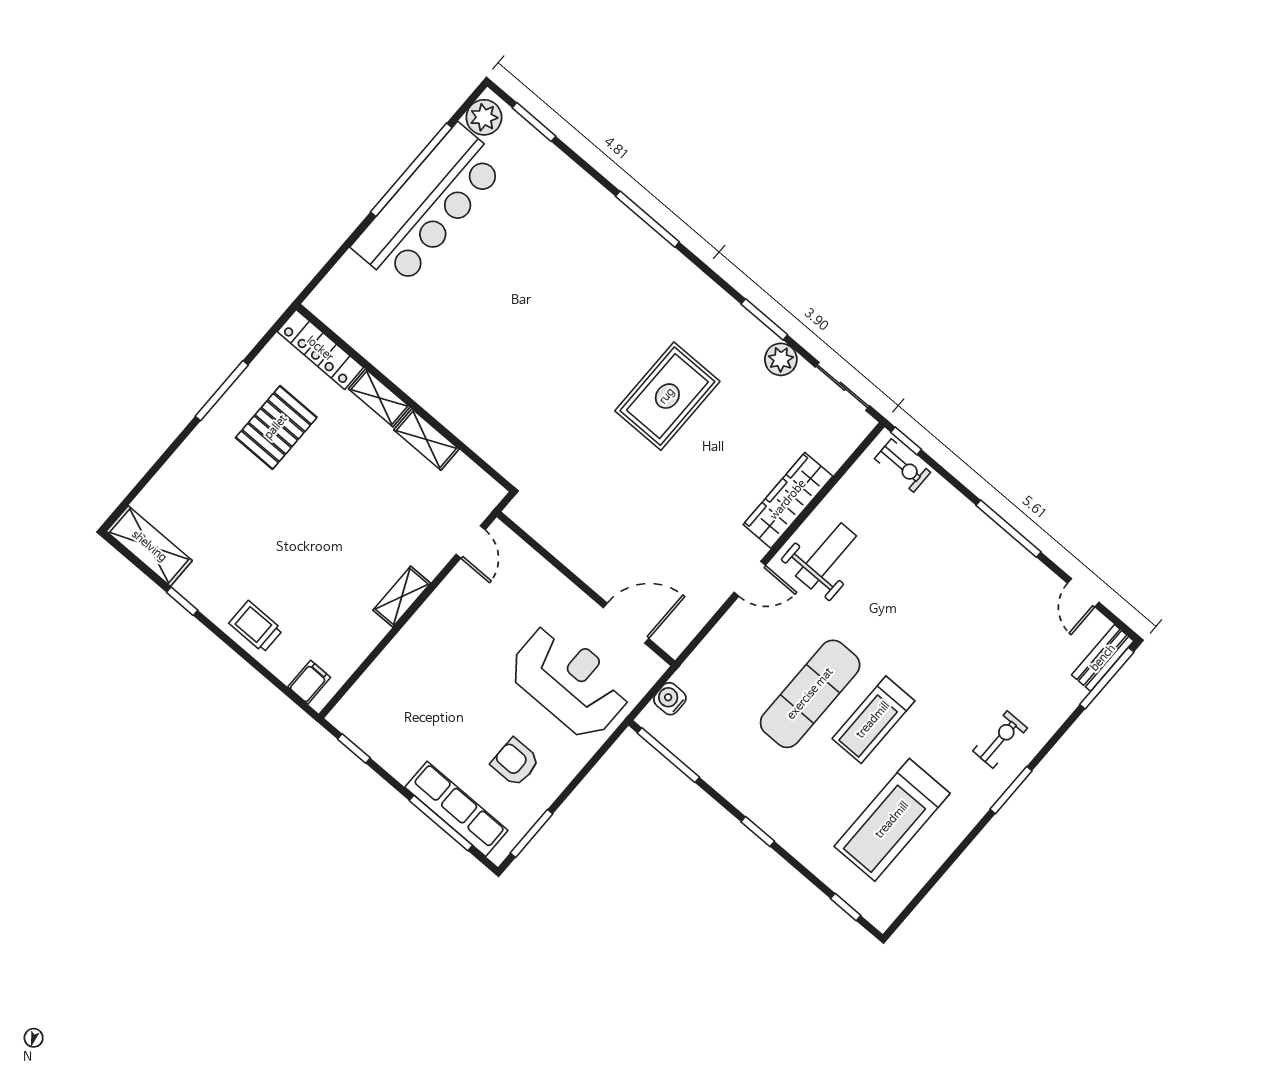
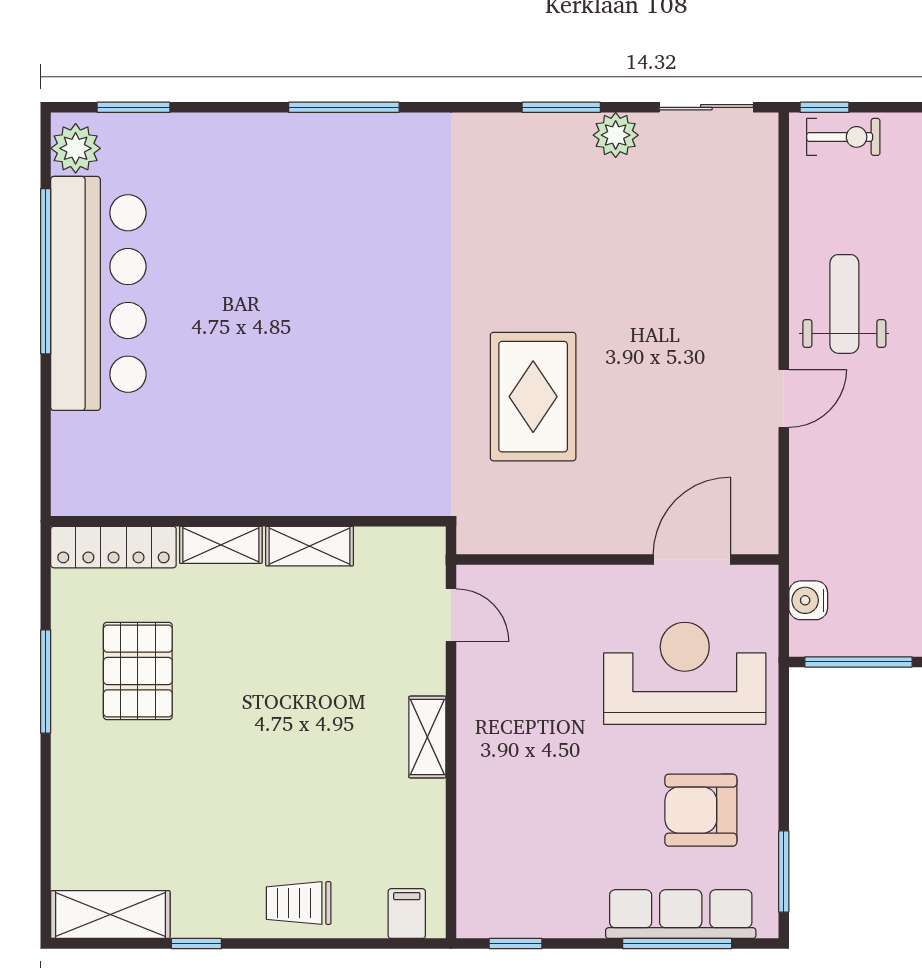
rug: (667, 396) -> (533, 397), moved
wardrobe: (788, 500) -> (753, 279), removed
armchair: (515, 762) -> (701, 810), width x1.38, depth x1.38

